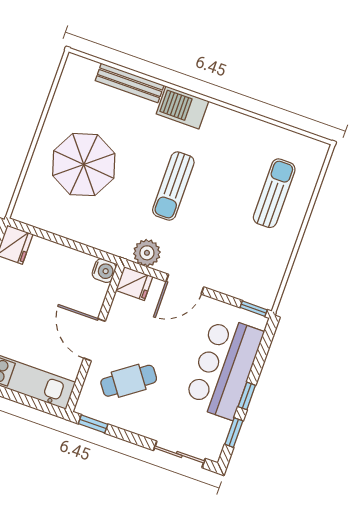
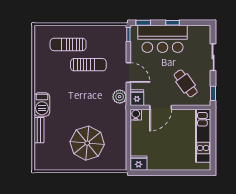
bench: (130, 83) -> (39, 130), width x0.73
sun lounger: (173, 186) -> (88, 65), moved
door: (95, 340) -> (161, 107), moved
window: (234, 433) -> (143, 23), moved
sliding door: (179, 454) -> (213, 57), moved

